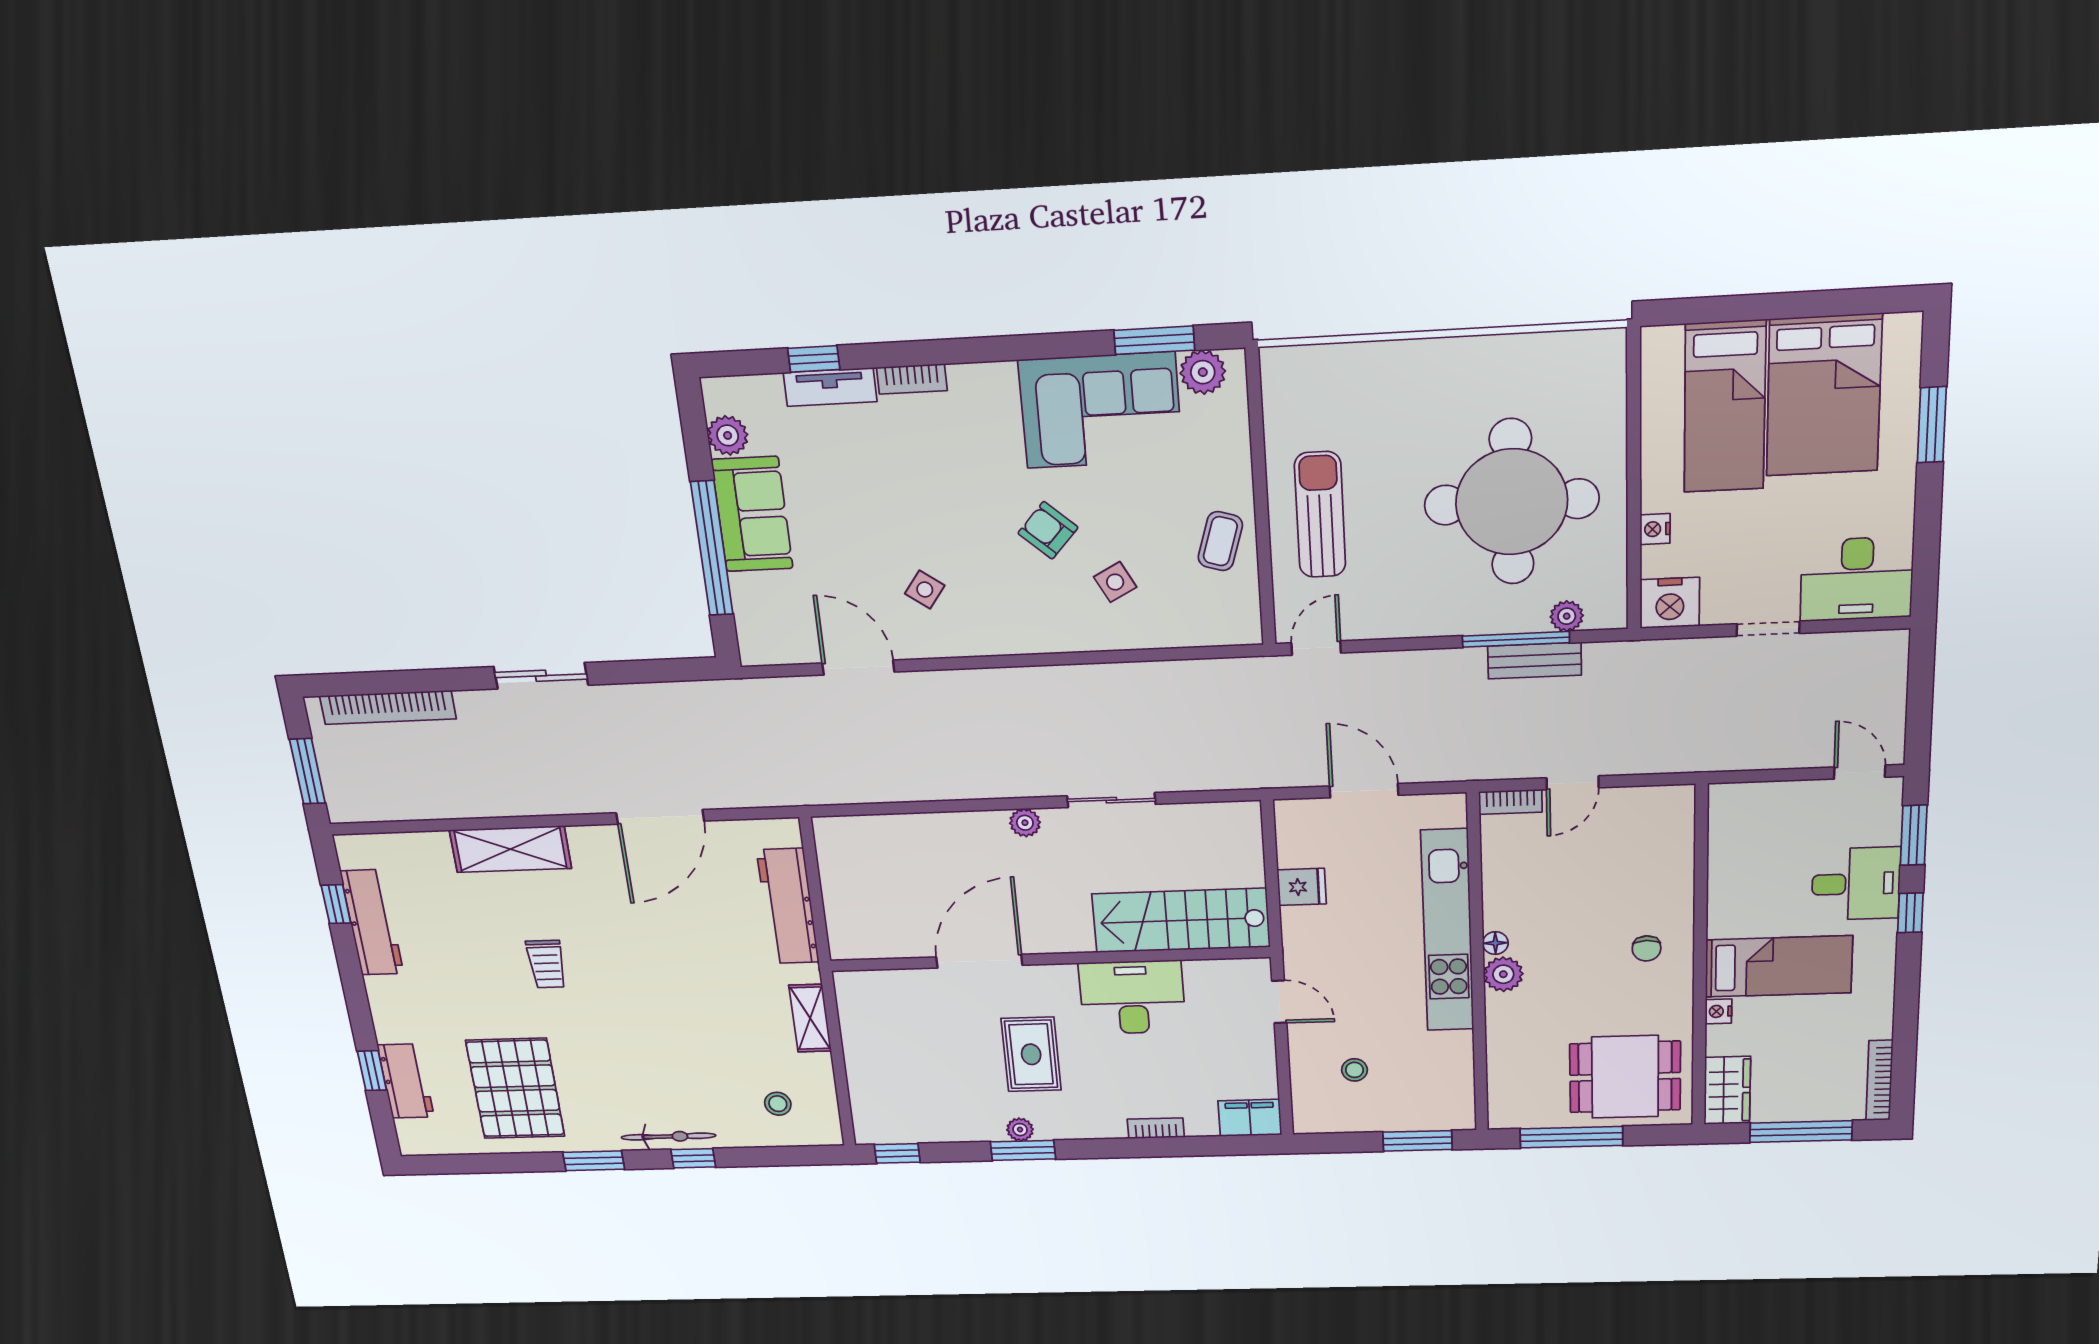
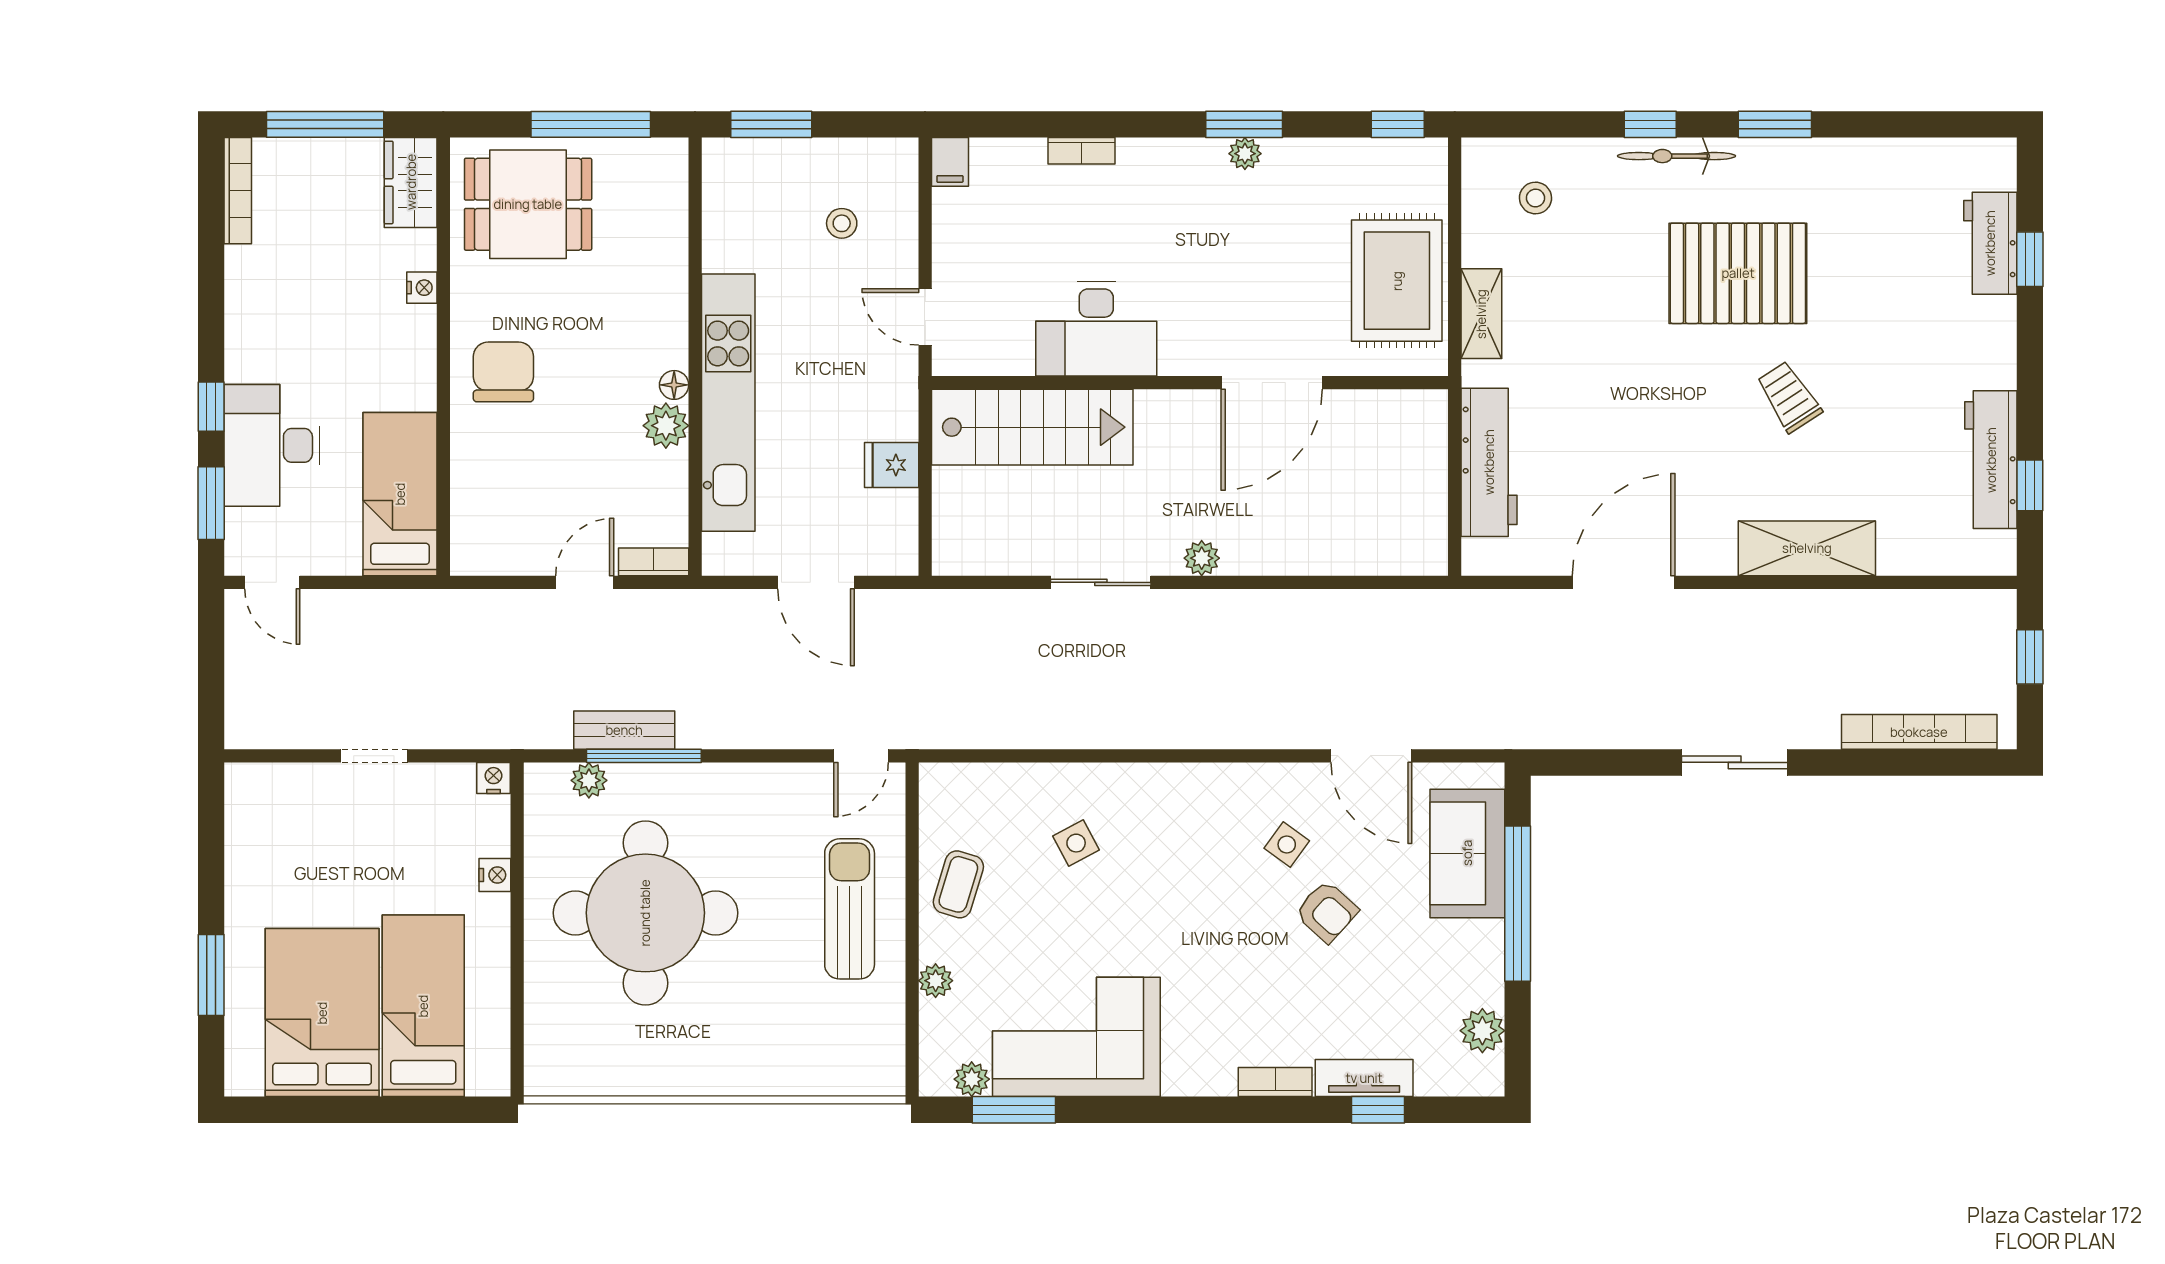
plant: (1203, 372) -> (972, 1079), width x0.73, depth x0.73
plant: (1236, 455) -> (936, 981), added
sofa: (752, 514) -> (1467, 853), moved
sun lounger: (1320, 515) -> (850, 909), turned 180
armchair: (1048, 530) -> (1327, 912), moved
desk: (1857, 579) -> (282, 808), removed
nightstand: (1670, 603) -> (493, 778), width x0.53, depth x0.56
window: (307, 771) -> (2030, 657), width x0.67
desk: (1856, 884) -> (272, 445), width x1.37
chair: (1647, 948) -> (503, 372), width x1.87, depth x1.87
trolley: (547, 964) -> (1789, 397), turned -33
bed: (1779, 966) -> (400, 494), moved, turned 90
plant: (1503, 974) -> (666, 426), moved
rug: (1031, 1054) -> (1397, 281), moved, width x1.36, depth x1.43
pallet: (515, 1089) -> (1738, 273), moved, turned 90
filing cabinet: (1250, 1118) -> (950, 162), width x0.50

